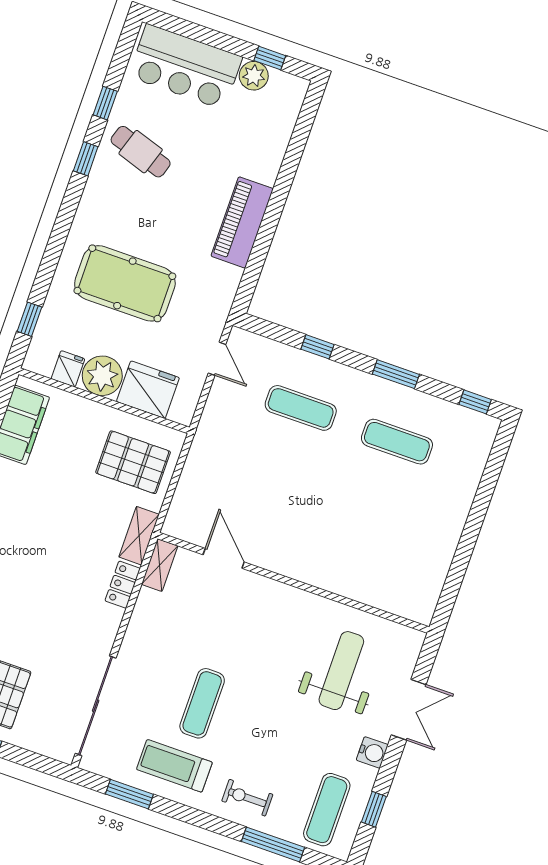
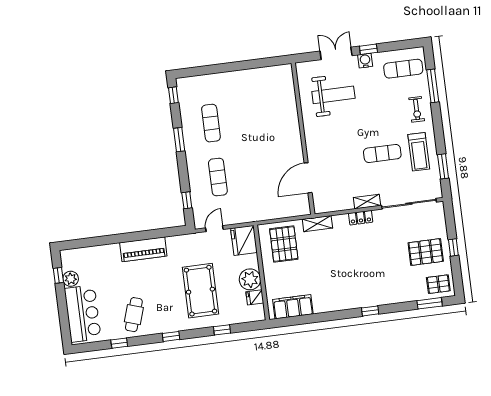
window: (86, 159) -> (171, 336), moved
window: (30, 319) -> (222, 330), moved
window: (318, 347) -> (187, 200), moved
fridge: (148, 390) -> (244, 240), moved
door: (224, 558) -> (308, 178), width x1.36
shelving: (160, 565) -> (367, 202), moved
locker: (123, 585) -> (361, 218), moved
weight bench: (341, 671) -> (333, 95), turned 180
window: (374, 809) -> (368, 49), moved

